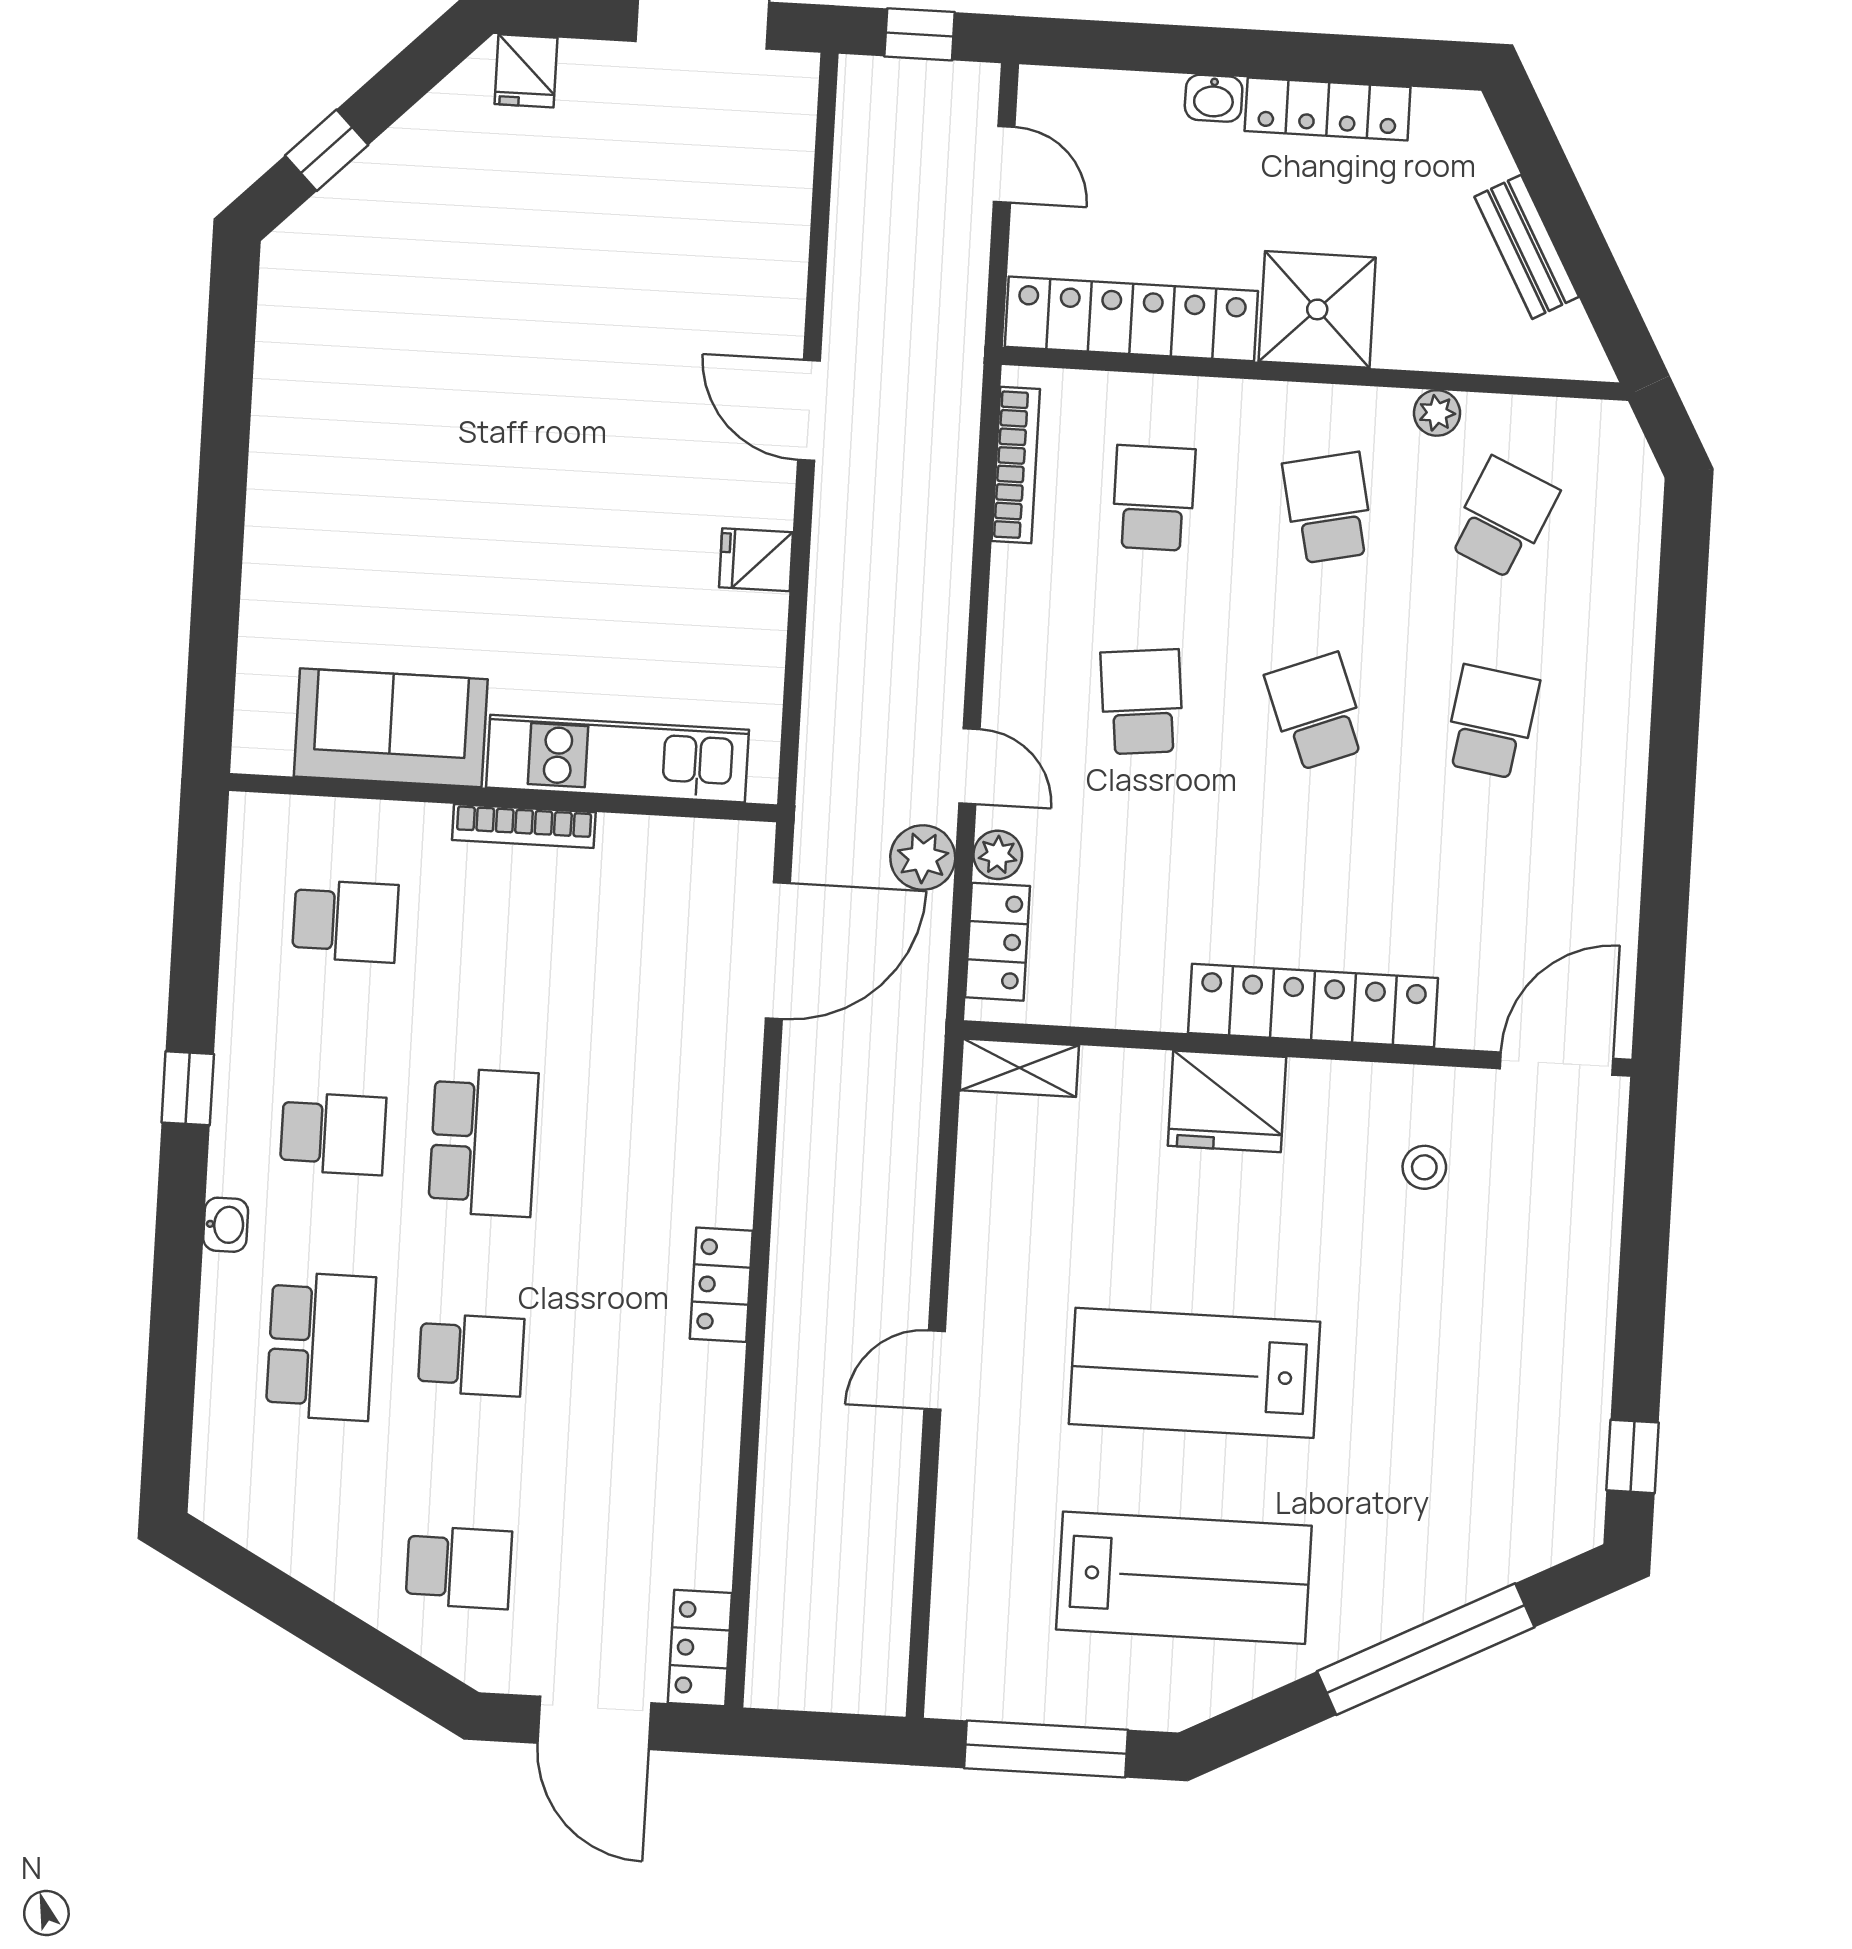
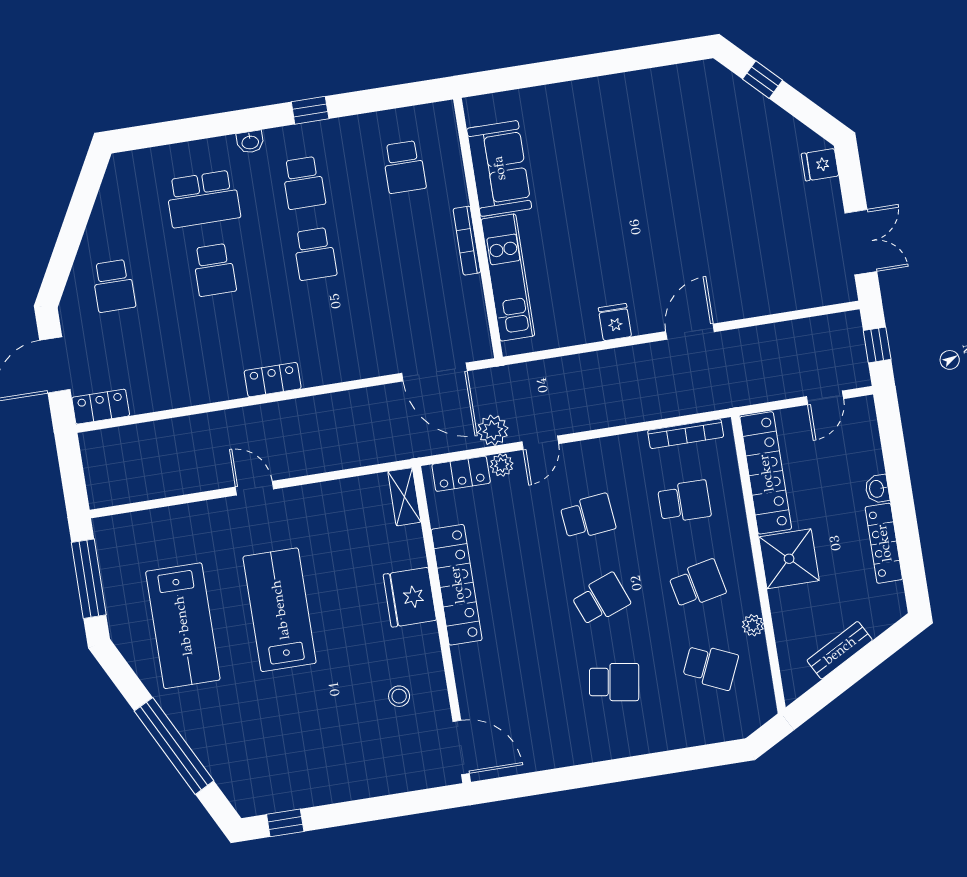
locker: (1313, 1006) -> (457, 585), moved
school desk: (483, 1142) -> (315, 254), width x0.54

